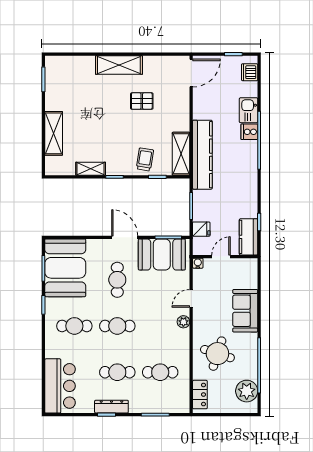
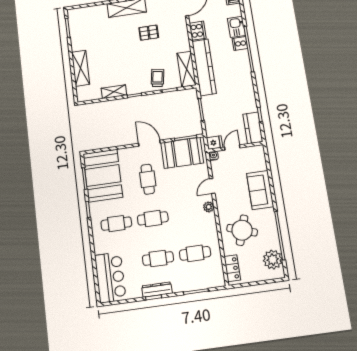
cooker: (201, 108) -> (198, 31), added
fridge: (201, 229) -> (215, 143), moved

